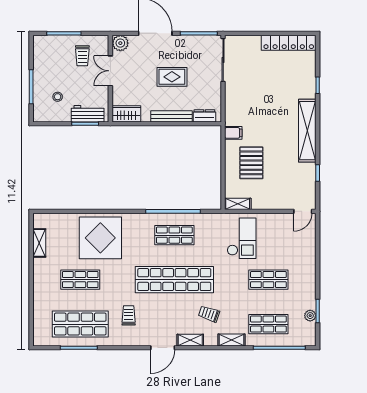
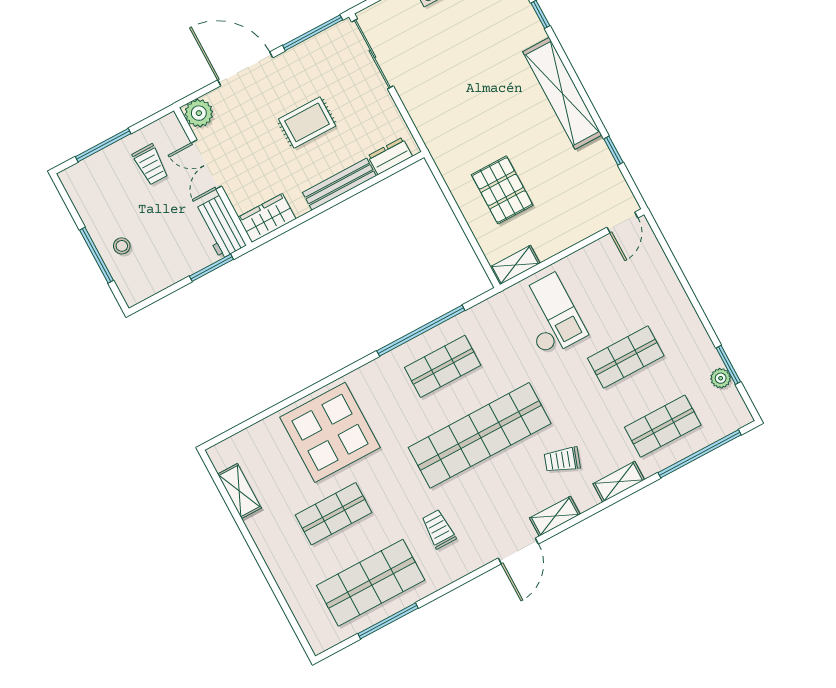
stool: (58, 97) -> (122, 246), moved
workbench: (88, 114) -> (220, 227), moved, turned -90
filing cabinet: (233, 133) -> (449, 159), removed

